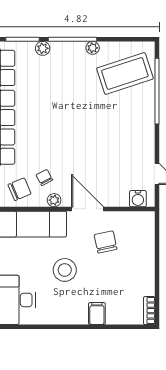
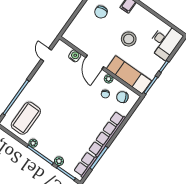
coffee table: (125, 73) -> (26, 118), turned -72
water cooler: (138, 199) -> (75, 56), moved
chair: (106, 242) -> (101, 12), moved

